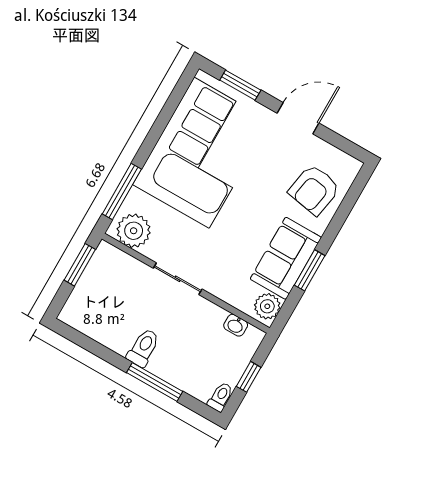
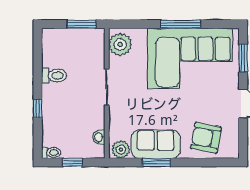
window: (122, 191) -> (181, 24), moved
toilet: (143, 348) -> (54, 76), moved
window: (155, 382) -> (38, 108), width x0.46

